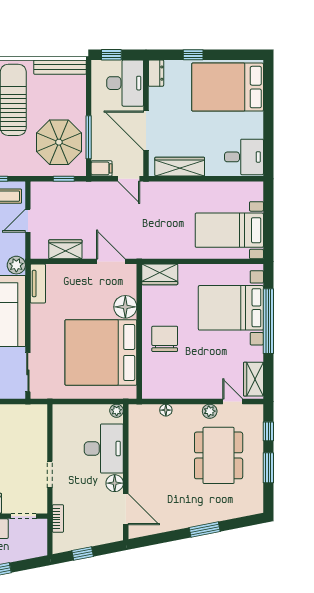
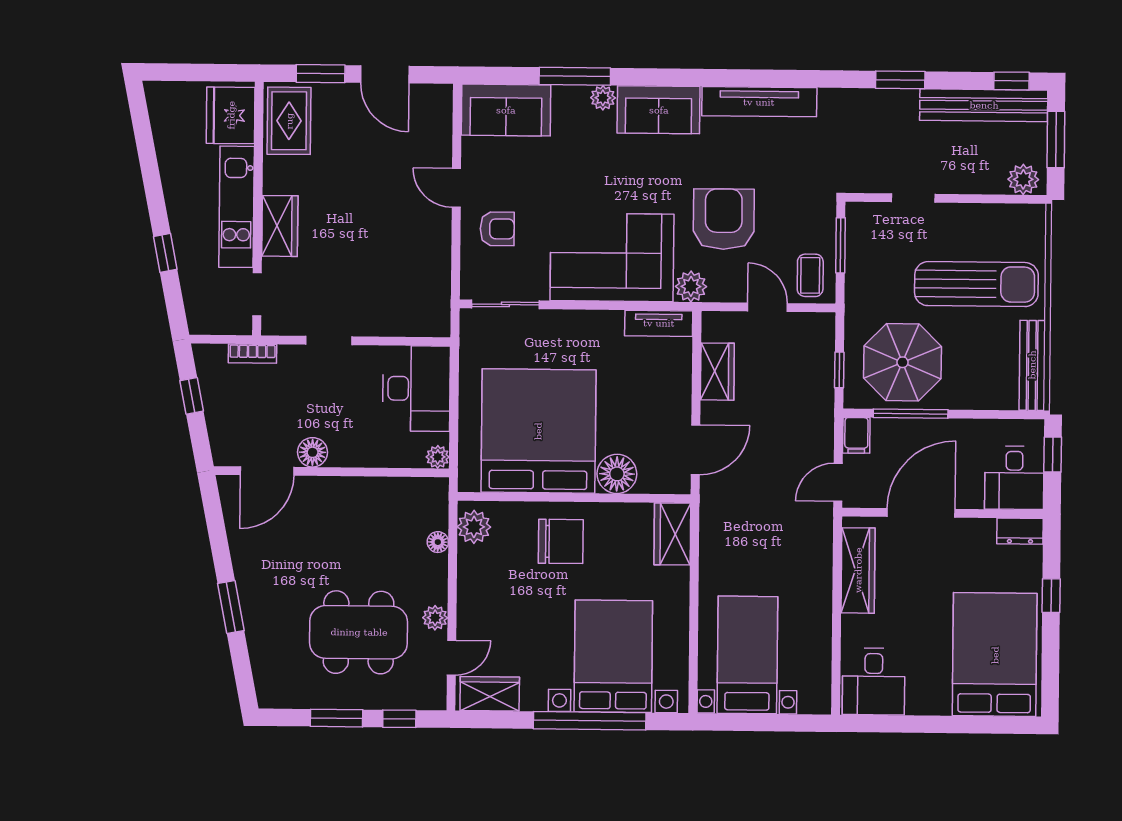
desk: (125, 83) -> (1014, 478), width x0.73
plant: (157, 389) -> (474, 527), added
desk: (104, 449) -> (416, 388), moved, turned -90

